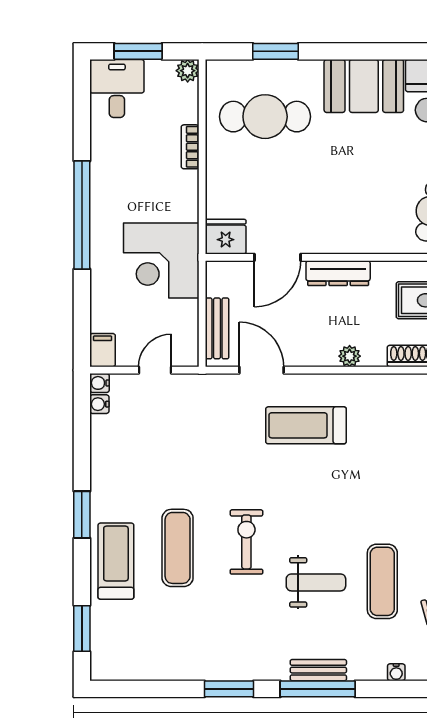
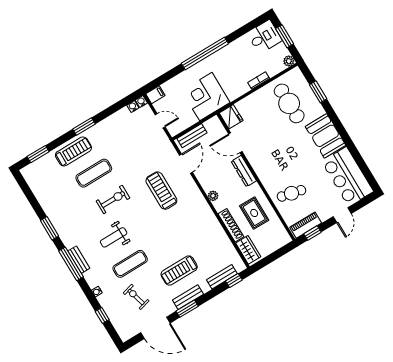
treadmill: (306, 425) -> (161, 191), moved
weight bench: (316, 582) -> (114, 237), turned 90

